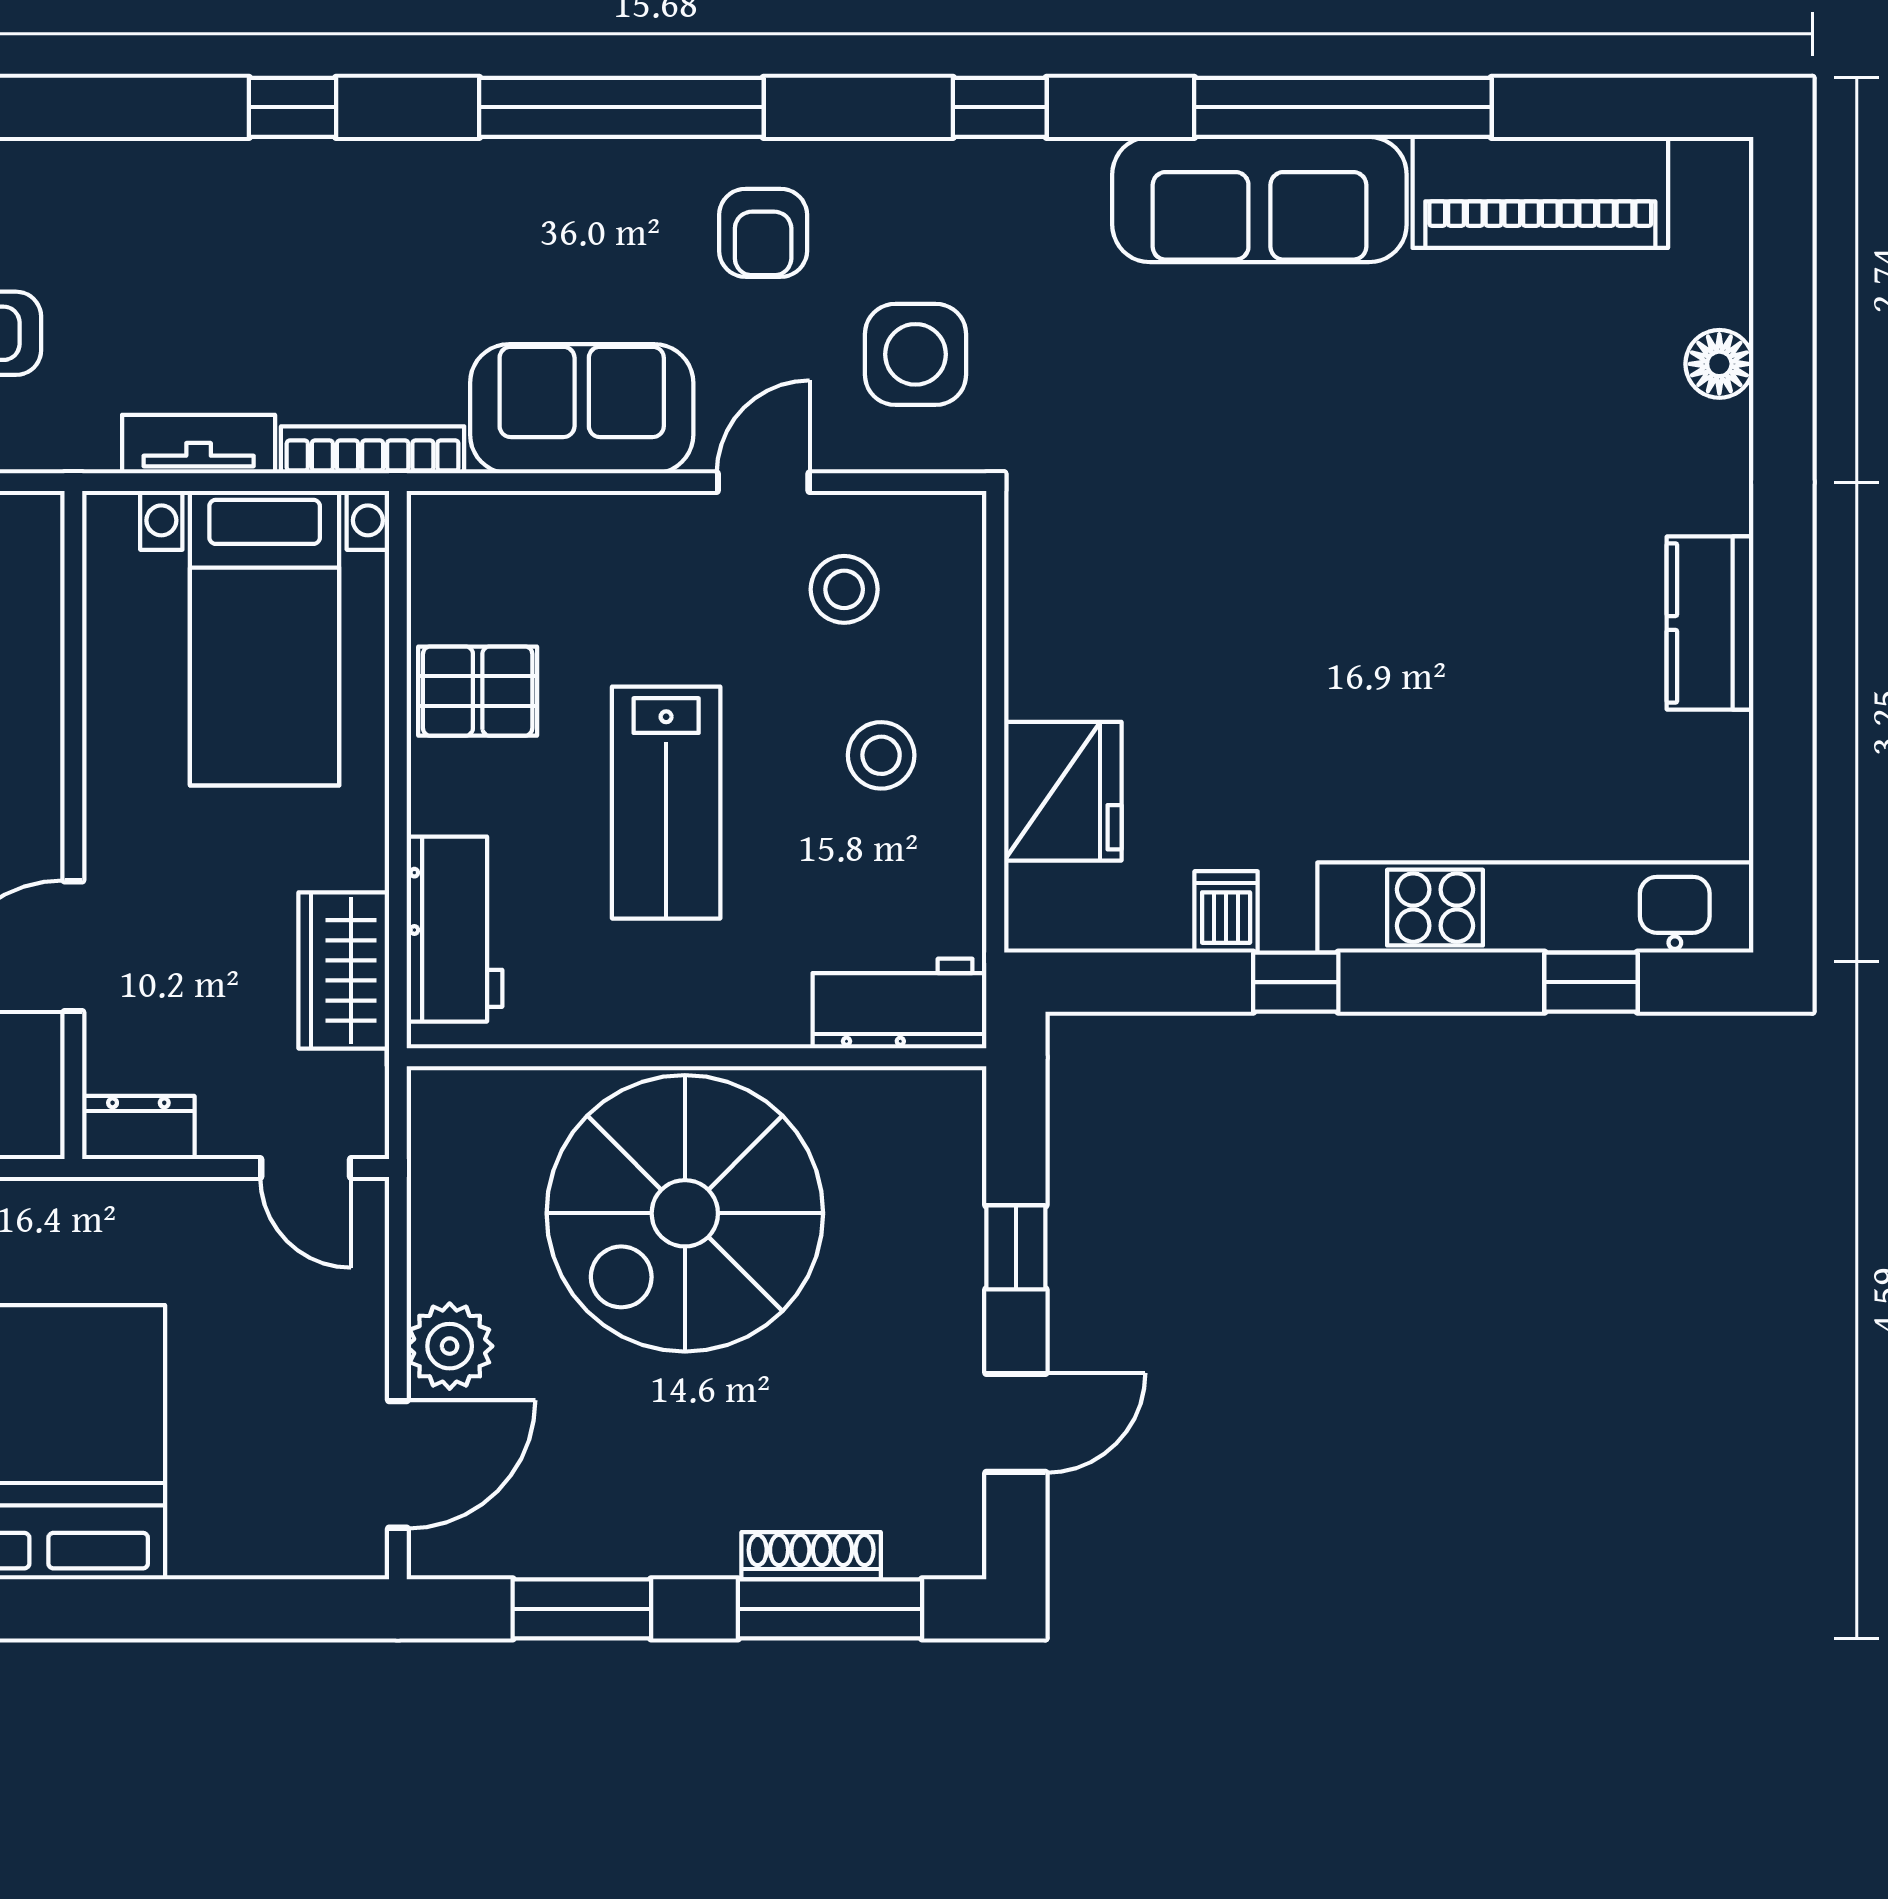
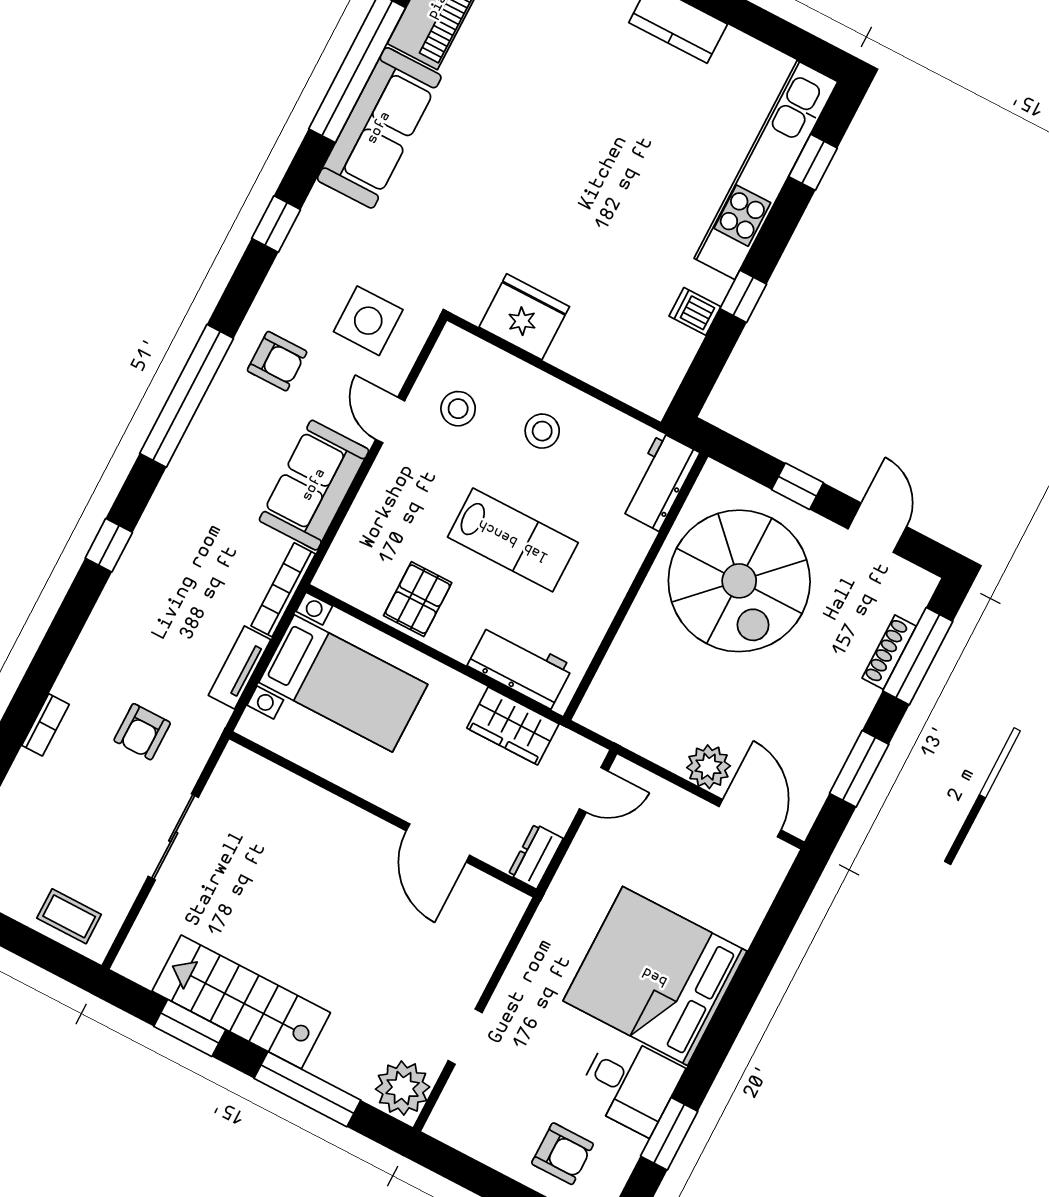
fridge: (1063, 791) -> (524, 317), moved
spiral stairs: (685, 1213) -> (739, 581), moved

